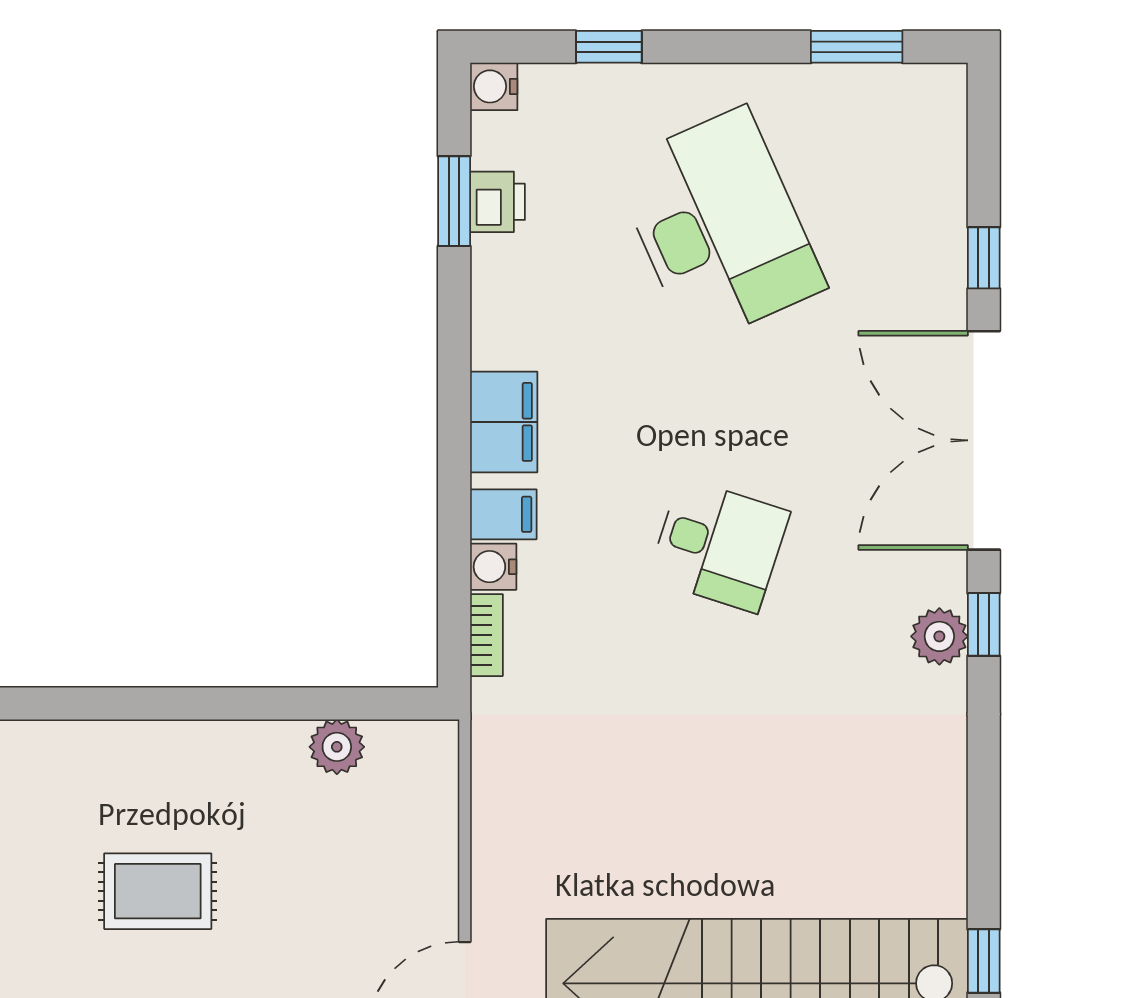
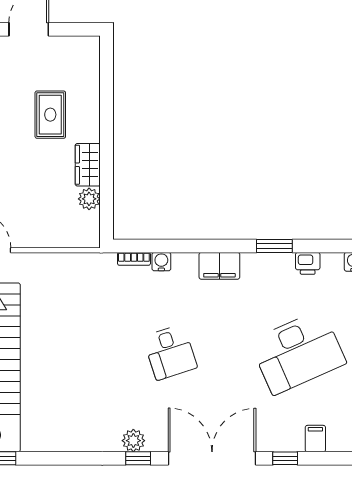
window: (454, 201) -> (274, 246), moved
filing cabinet: (503, 514) -> (315, 439), moved, turned 180
desk: (719, 545) -> (170, 352), turned -36
wardrobe: (252, 750) -> (88, 165), added
rug: (158, 891) -> (50, 115), moved

